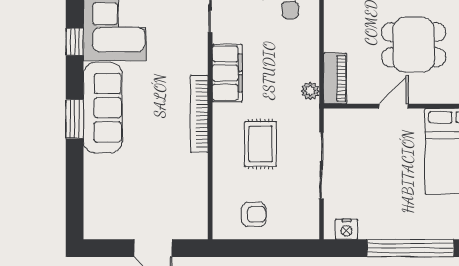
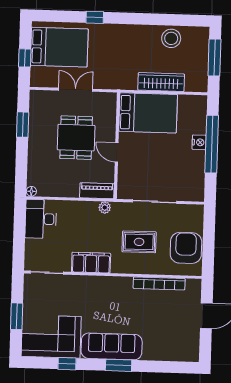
bookcase: (199, 114) -> (159, 283), moved
armchair: (254, 214) -> (186, 248), width x1.88, depth x1.88
nightstand: (347, 229) -> (199, 142), moved

